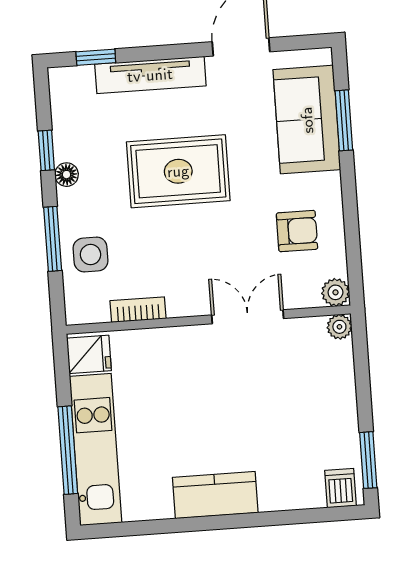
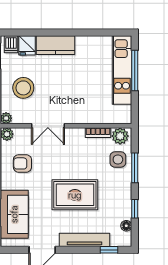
floor lamp: (67, 175) -> (126, 226), moved
plant: (89, 306) -> (120, 136), added
fridge: (89, 354) -> (27, 45), moved, turned -90
stool: (307, 395) -> (23, 88), added
kitchen counter: (215, 495) -> (56, 45), moved

